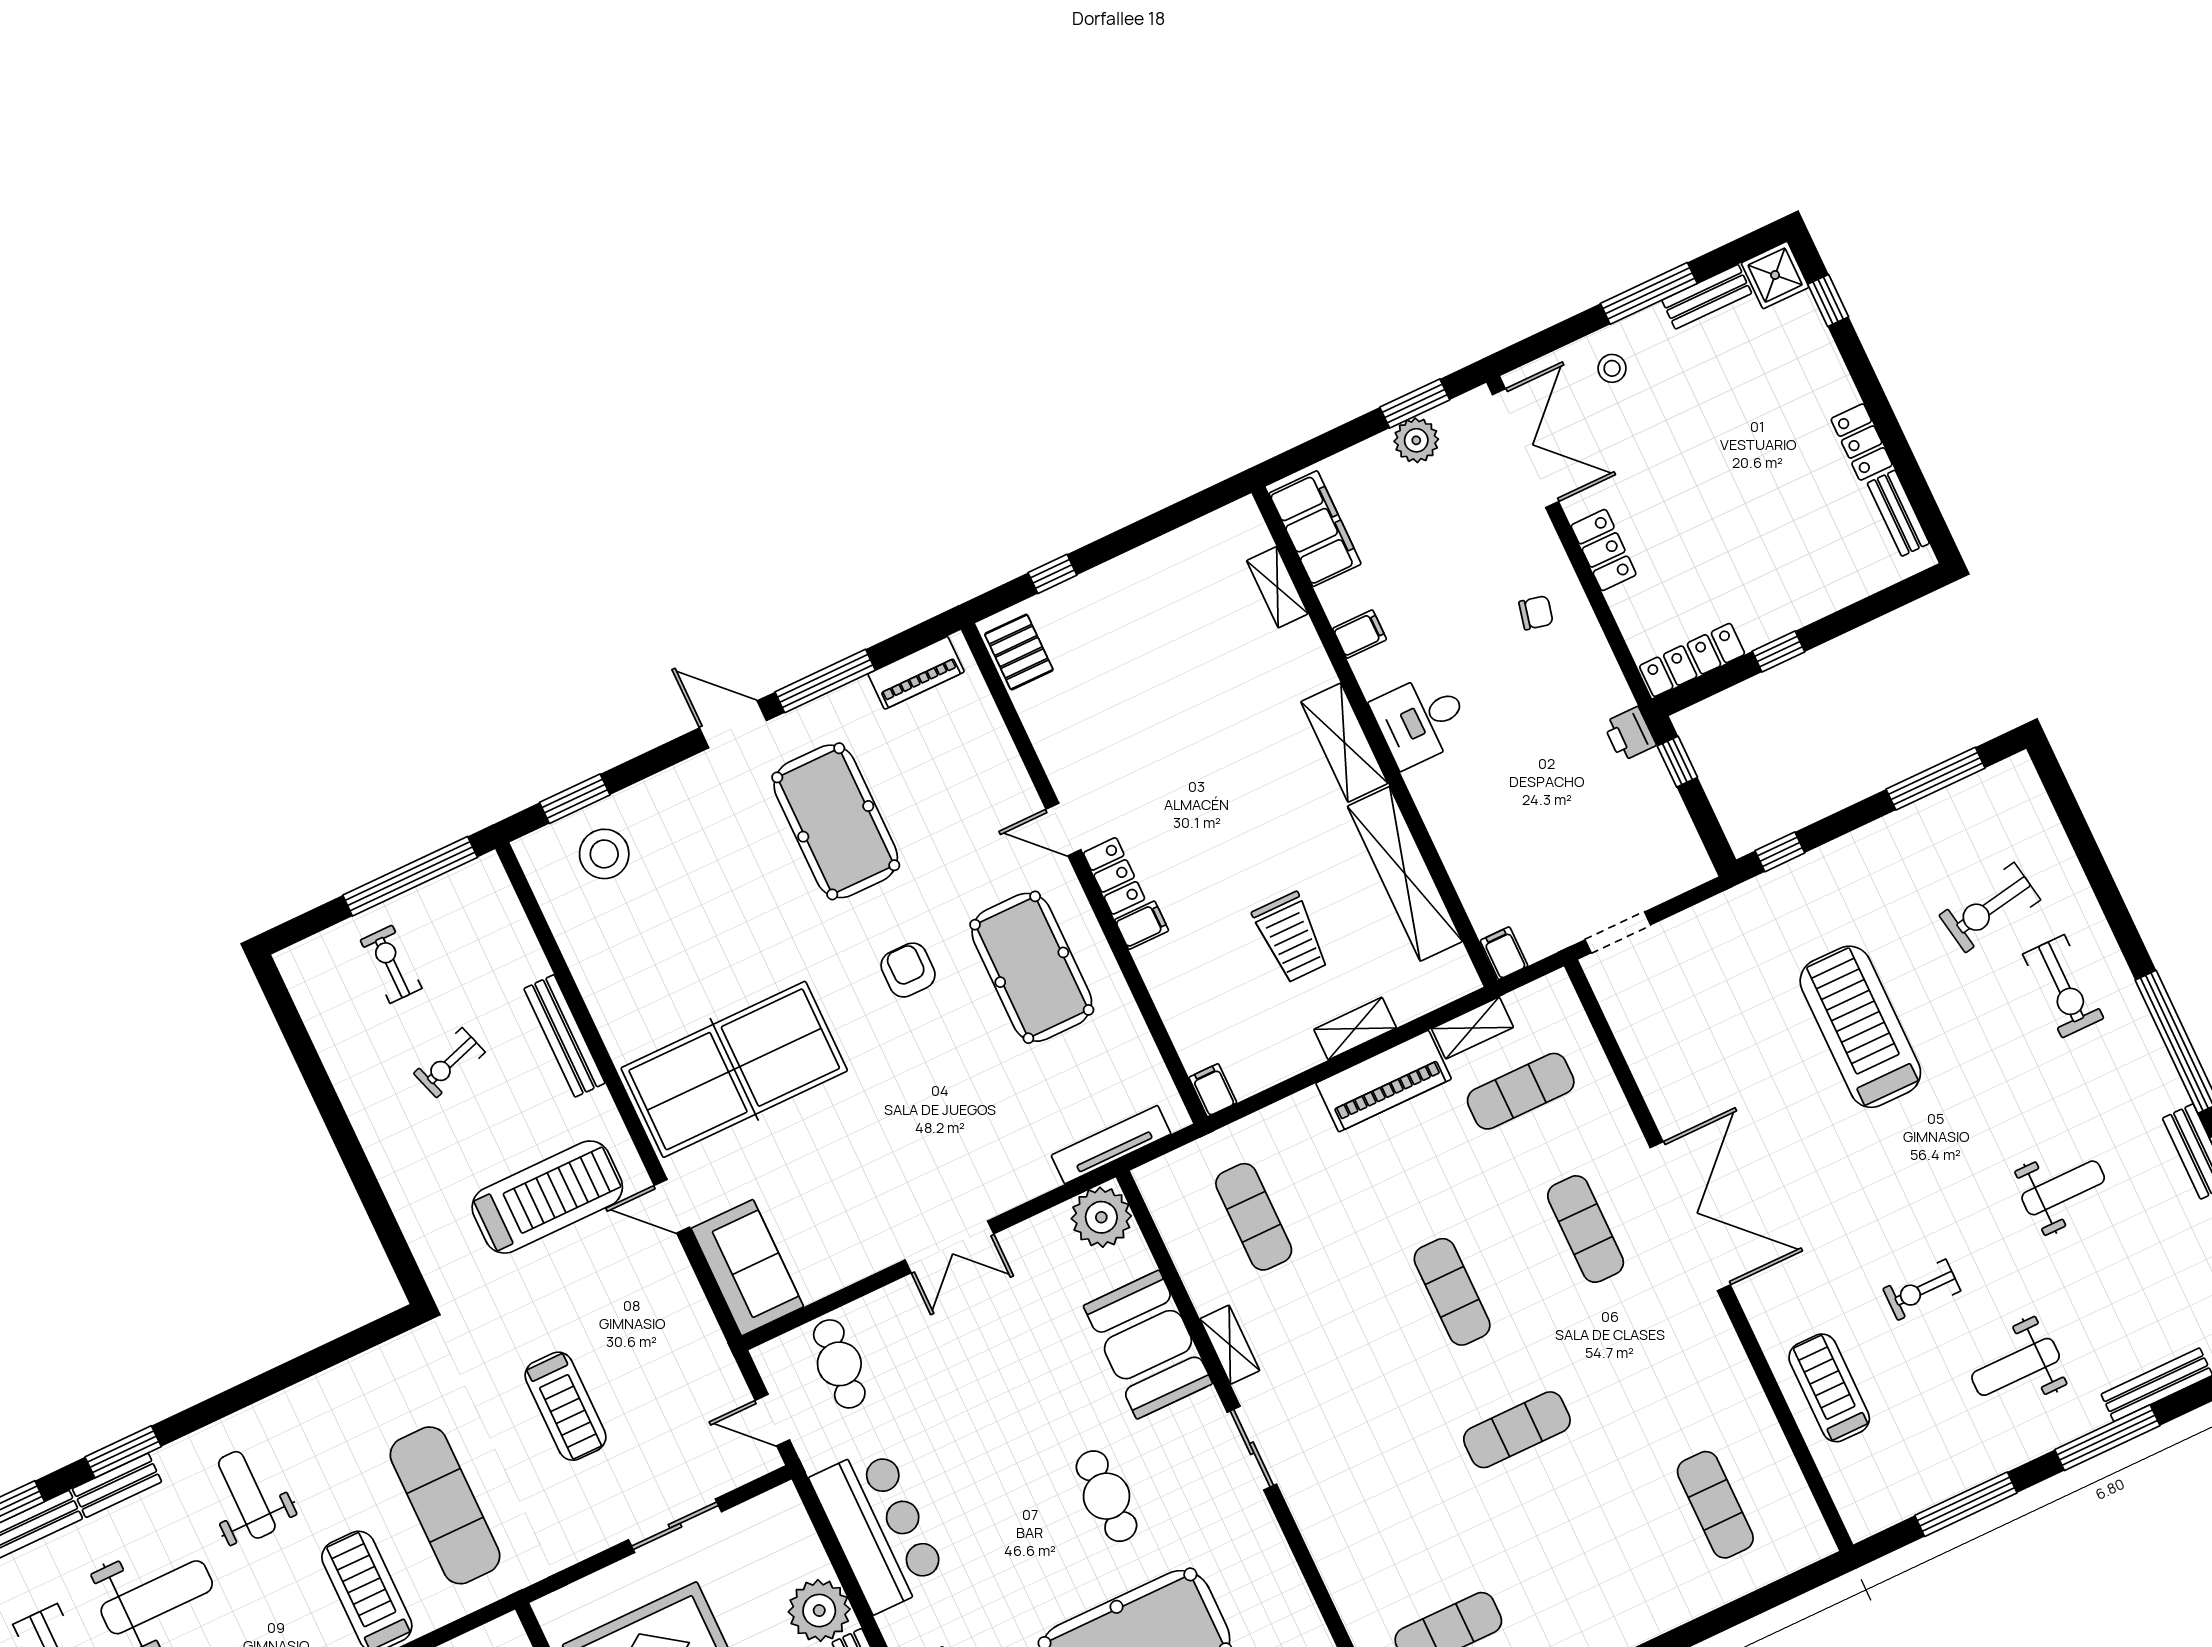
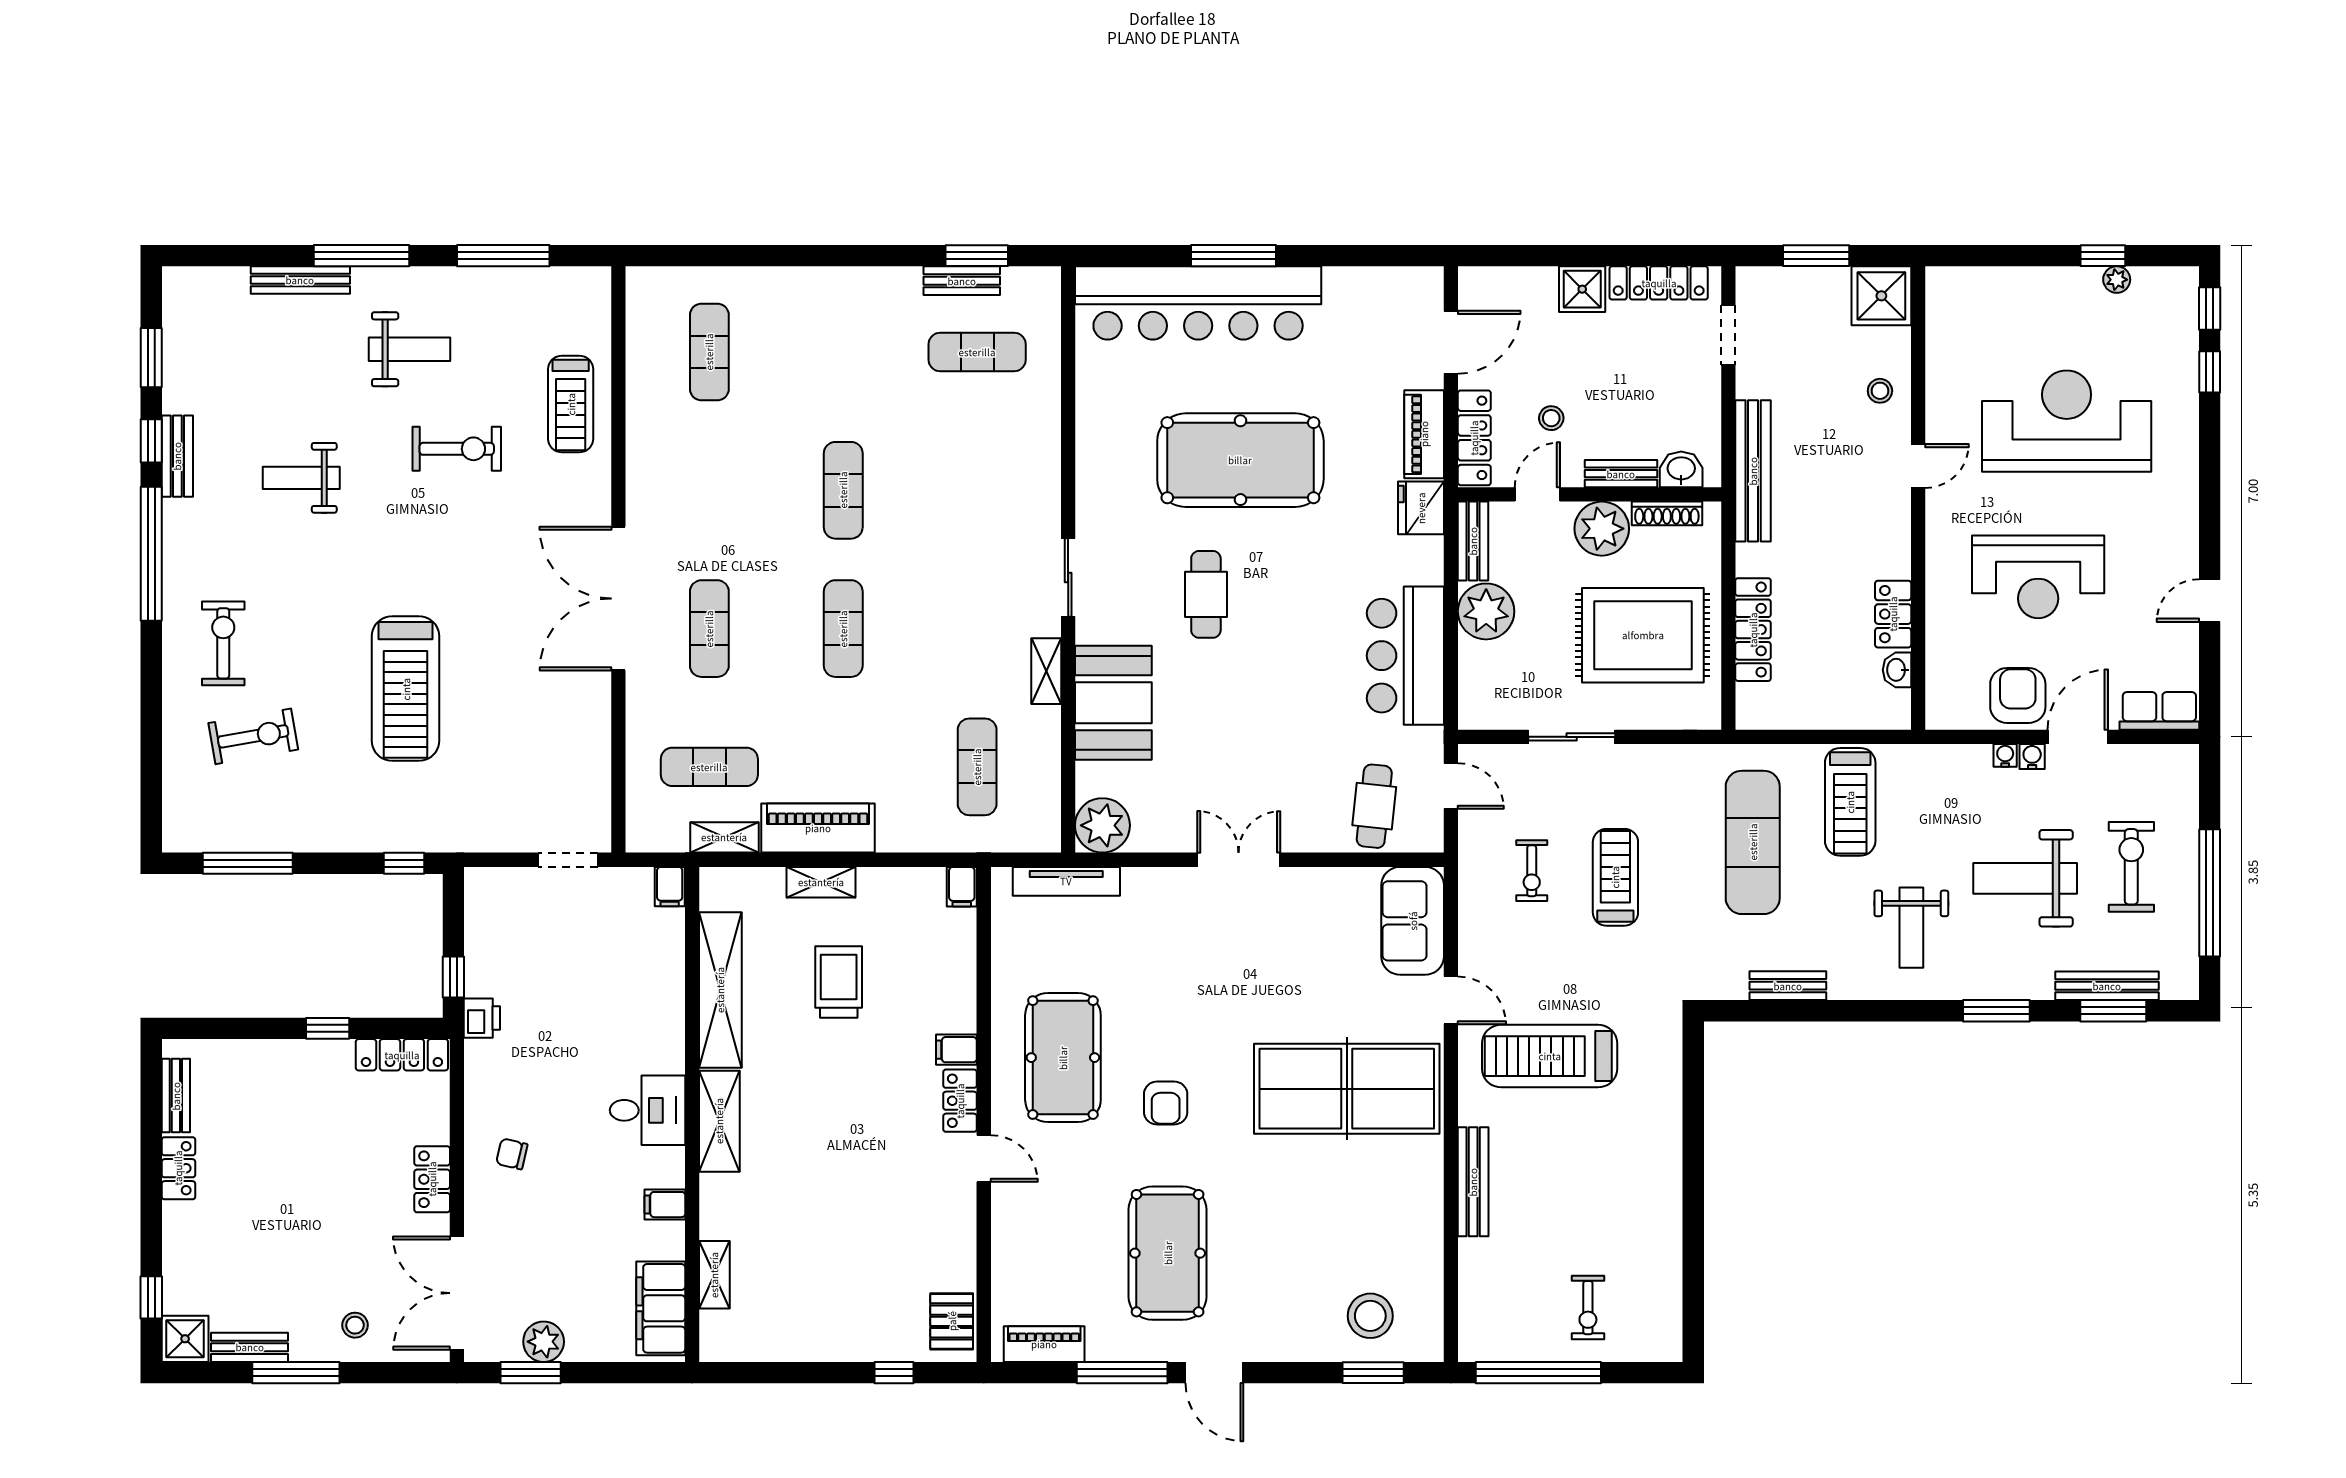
exercise bike: (449, 1063) -> (1532, 871), moved, turned 108
exercise bike: (1922, 1290) -> (457, 449), width x1.38, depth x1.39
exercise mat: (1517, 1430) -> (843, 490), turned 90
bench: (117, 1485) -> (1788, 986), moved

